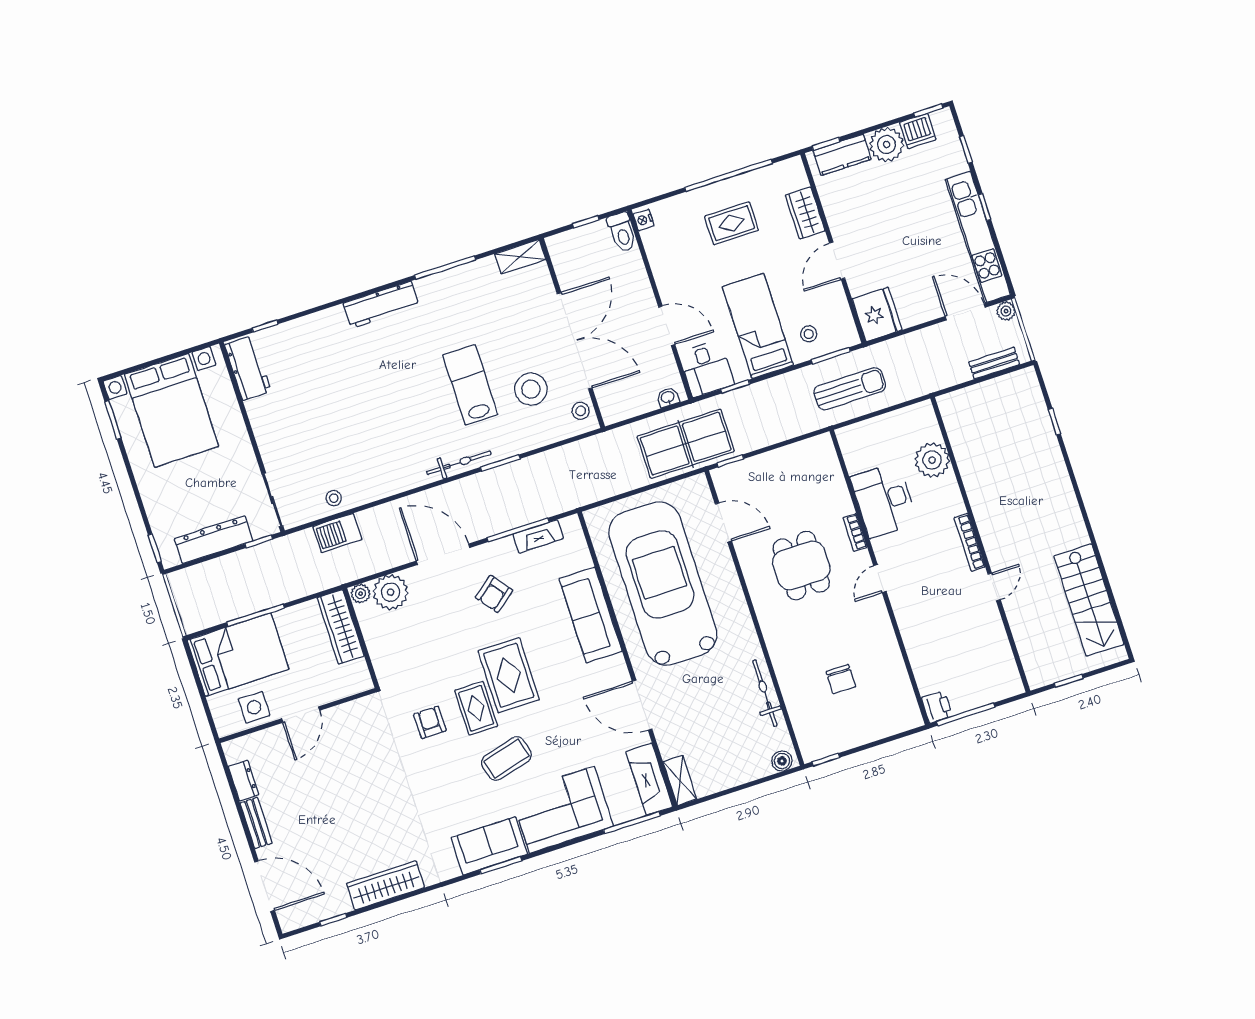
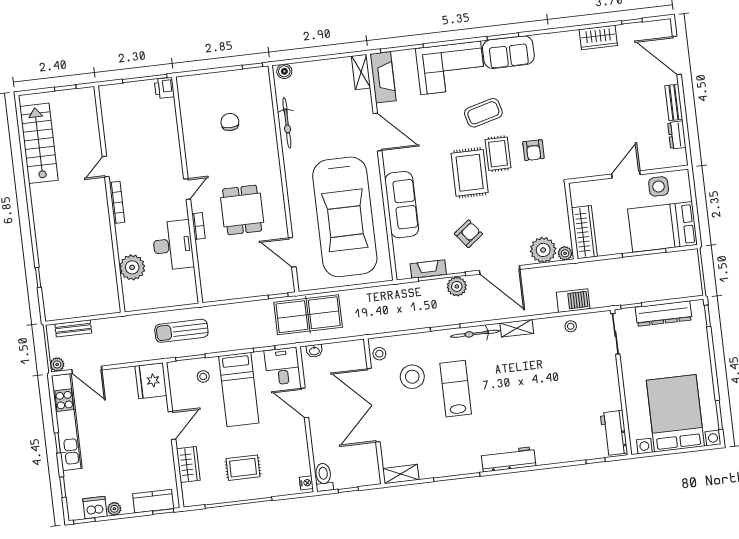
plant: (887, 145) -> (114, 509), width x0.53, depth x0.53
lab bench: (470, 385) -> (456, 389), turned 180
shelving: (405, 481) -> (517, 328), added
plant: (496, 521) -> (457, 286), added
wardrobe: (385, 885) -> (598, 37), width x0.67

